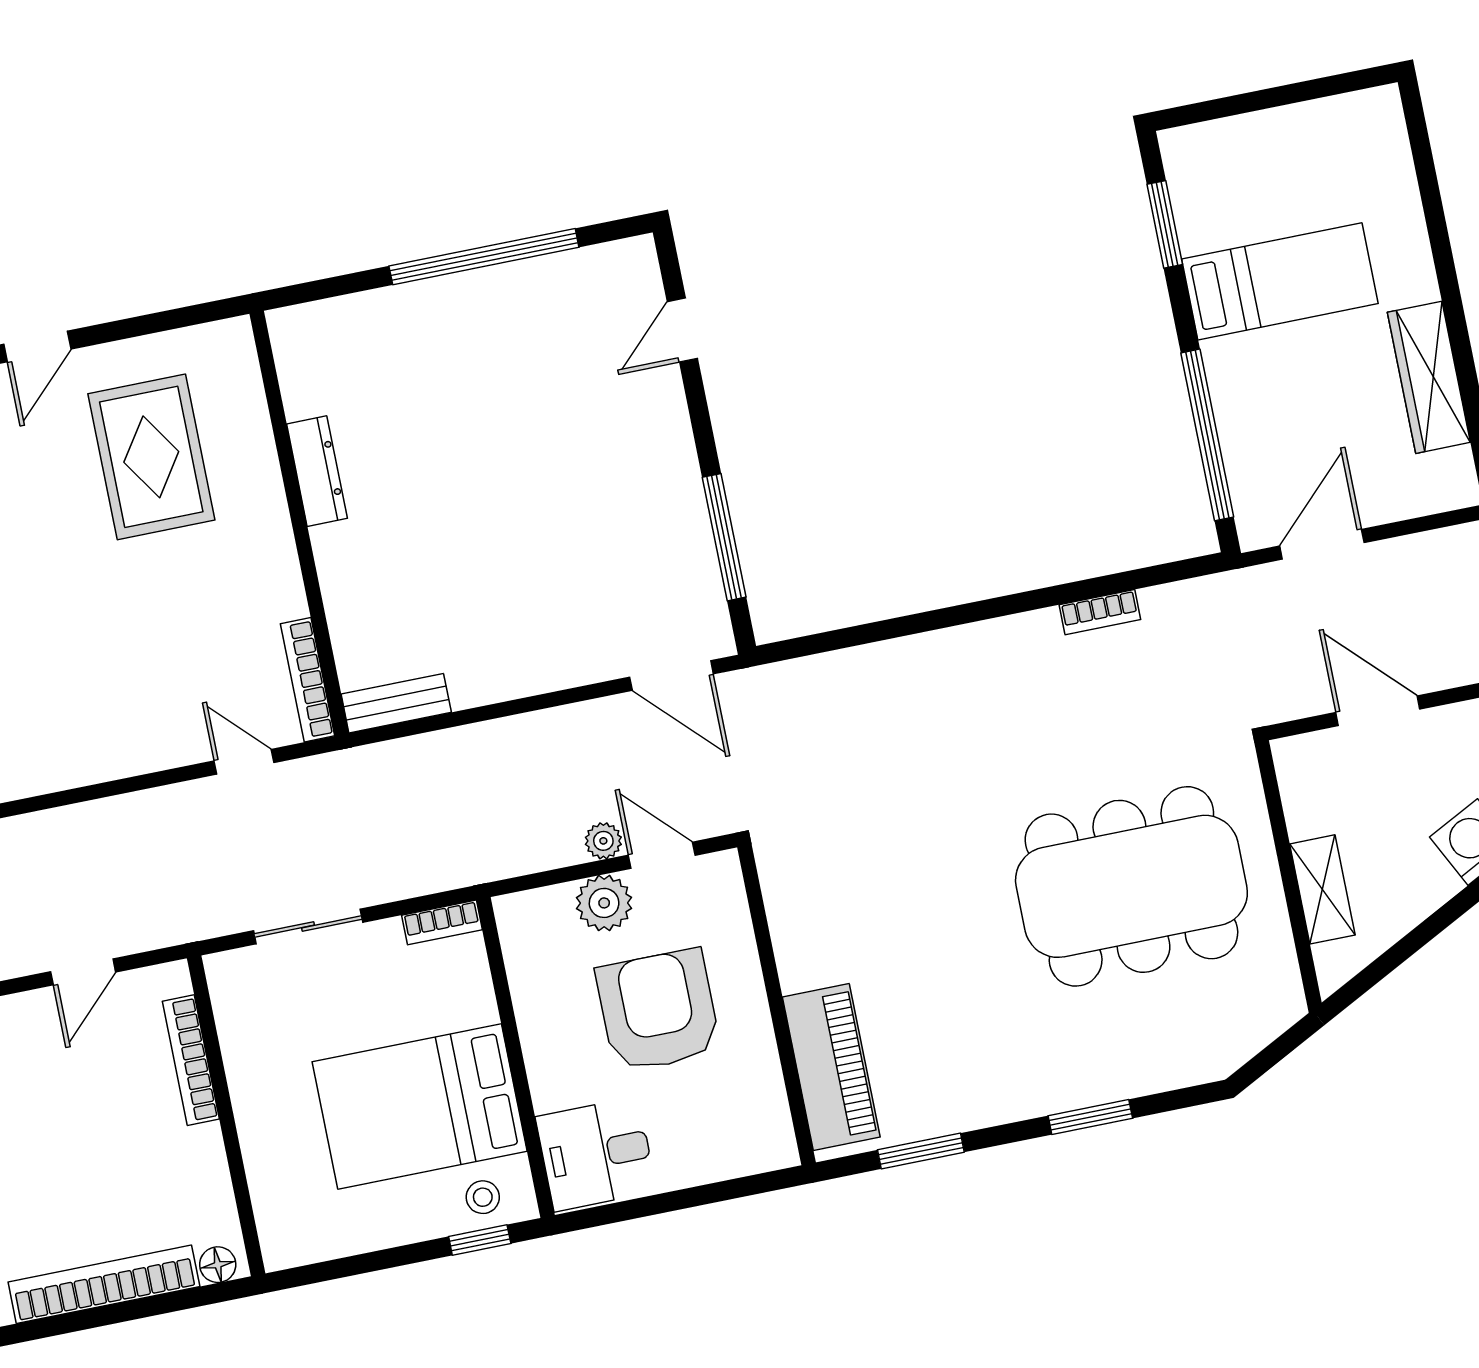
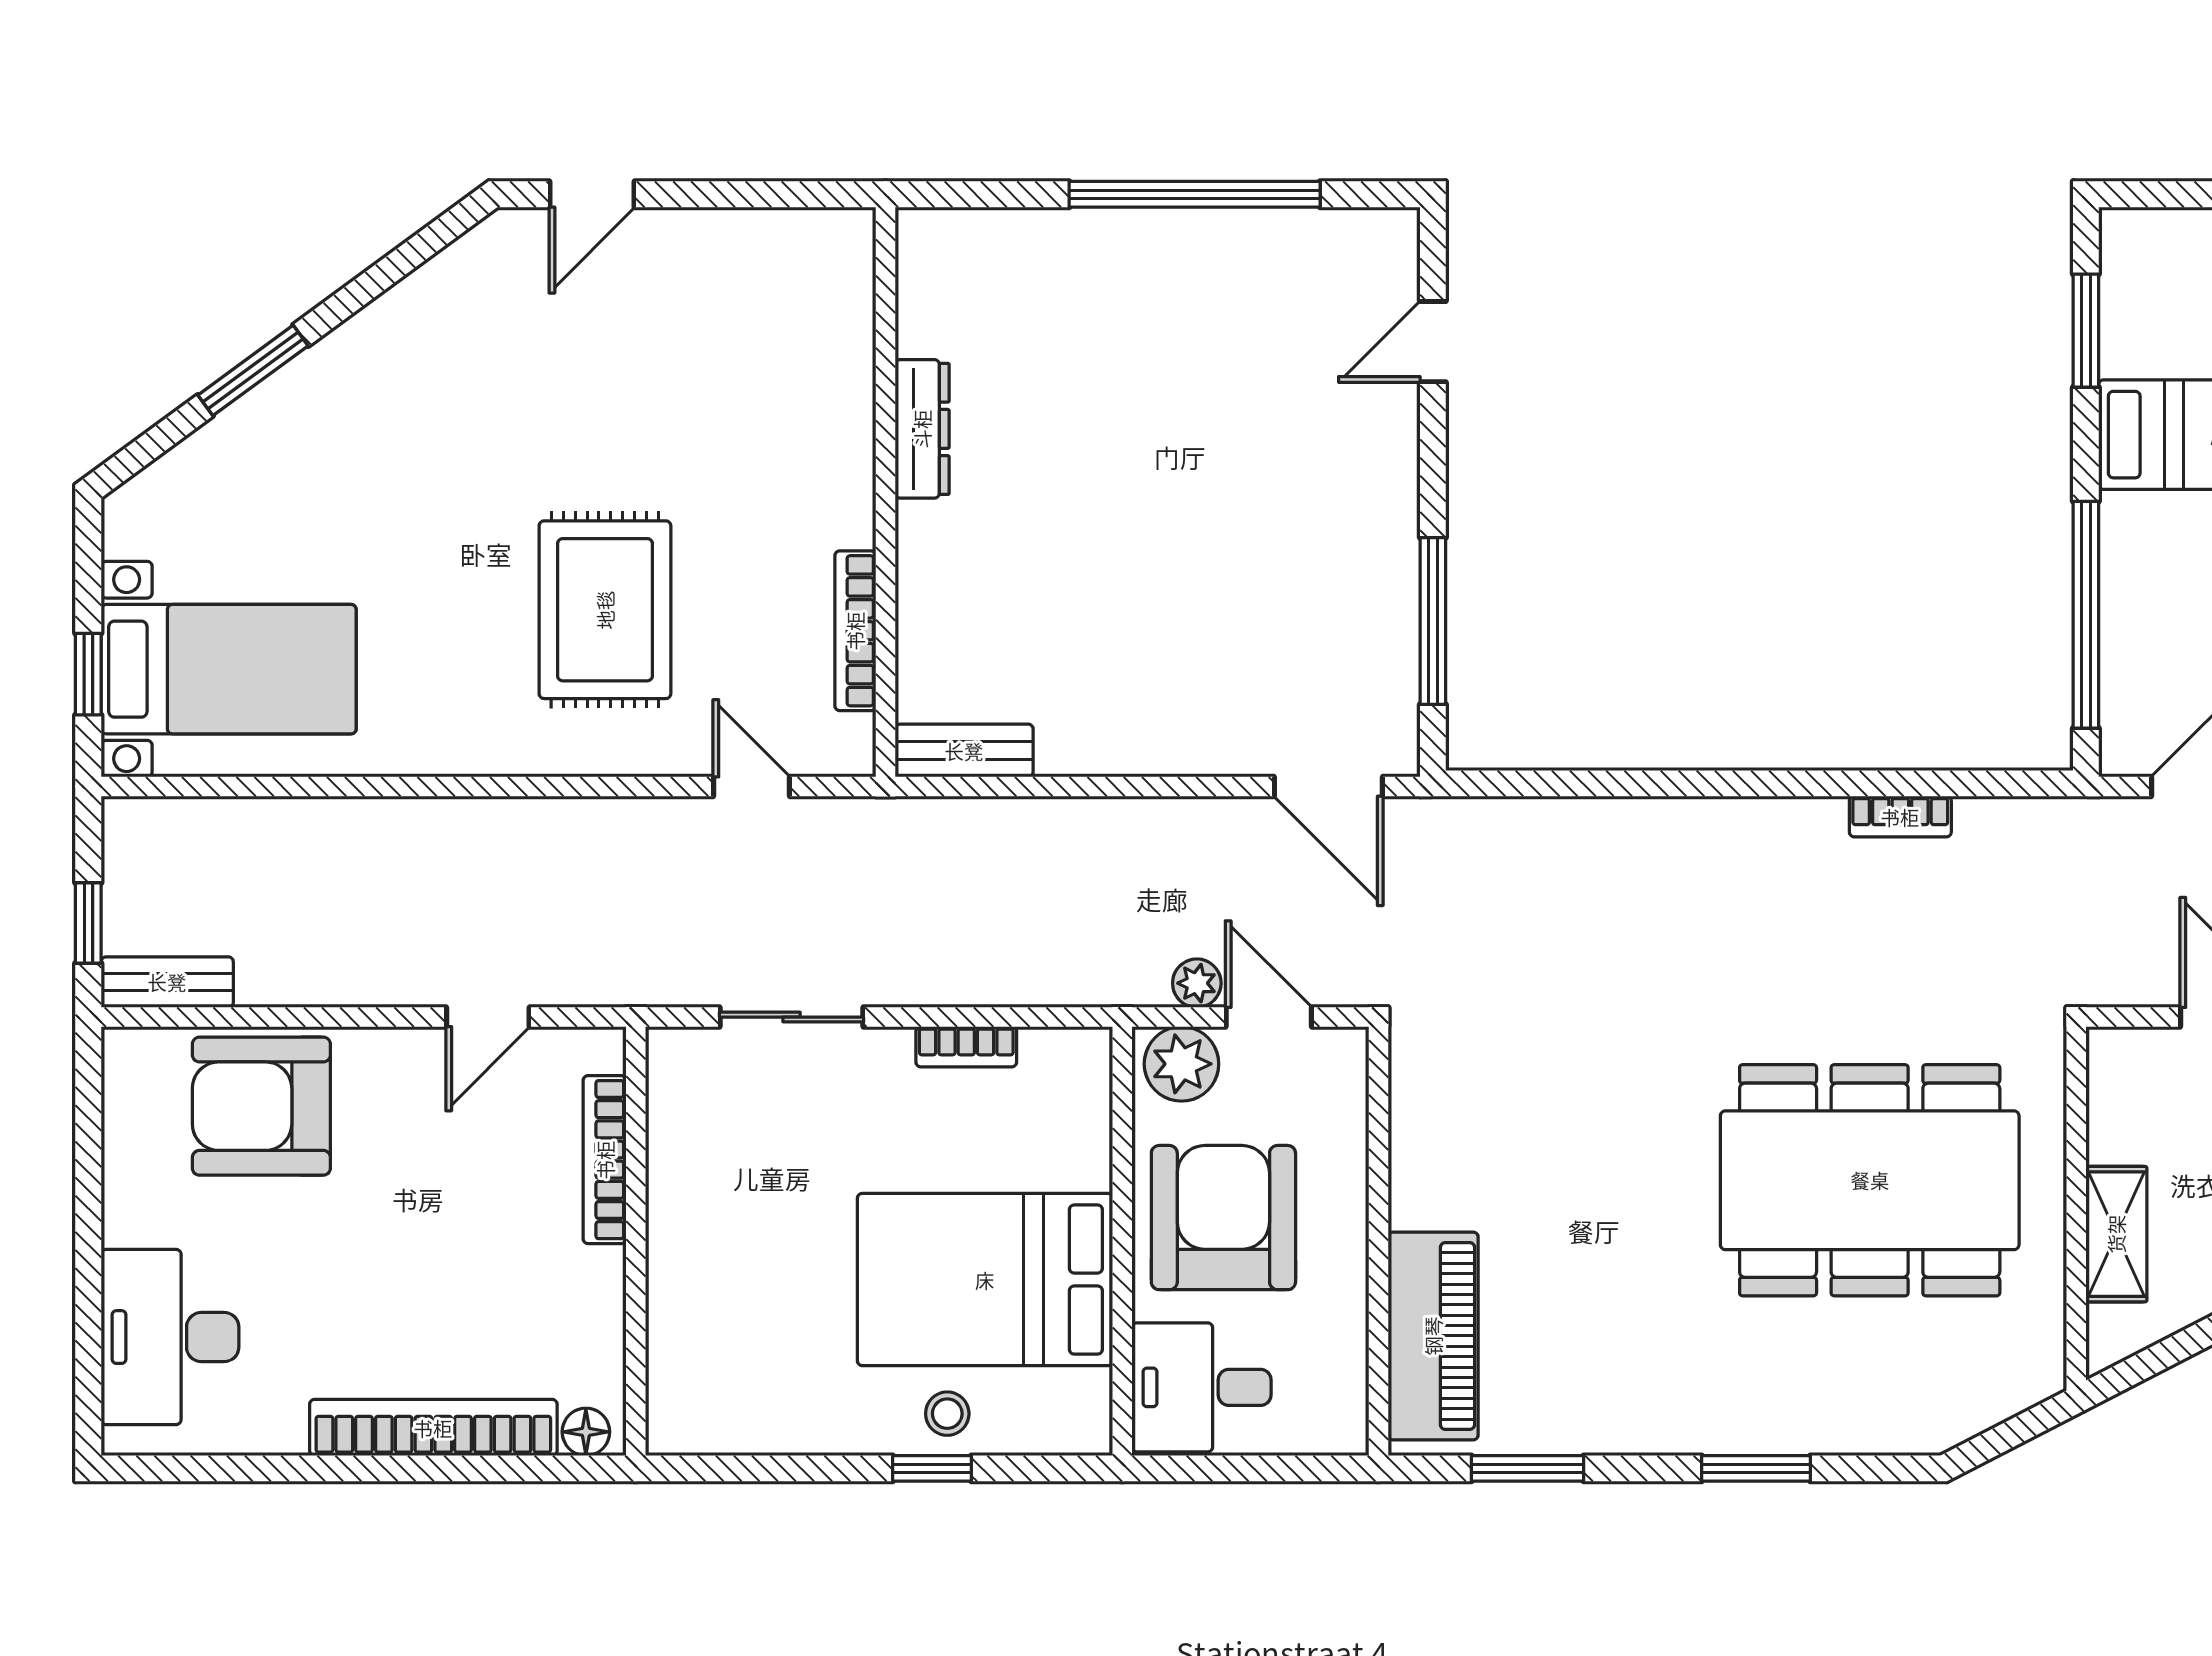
rug: (151, 457) -> (605, 610), moved
bookcase: (308, 680) -> (855, 631), moved
wall: (516, 1057) -> (1122, 1241), moved
bed: (420, 1106) -> (985, 1280), moved
desk: (596, 1154) -> (1201, 1387), moved

